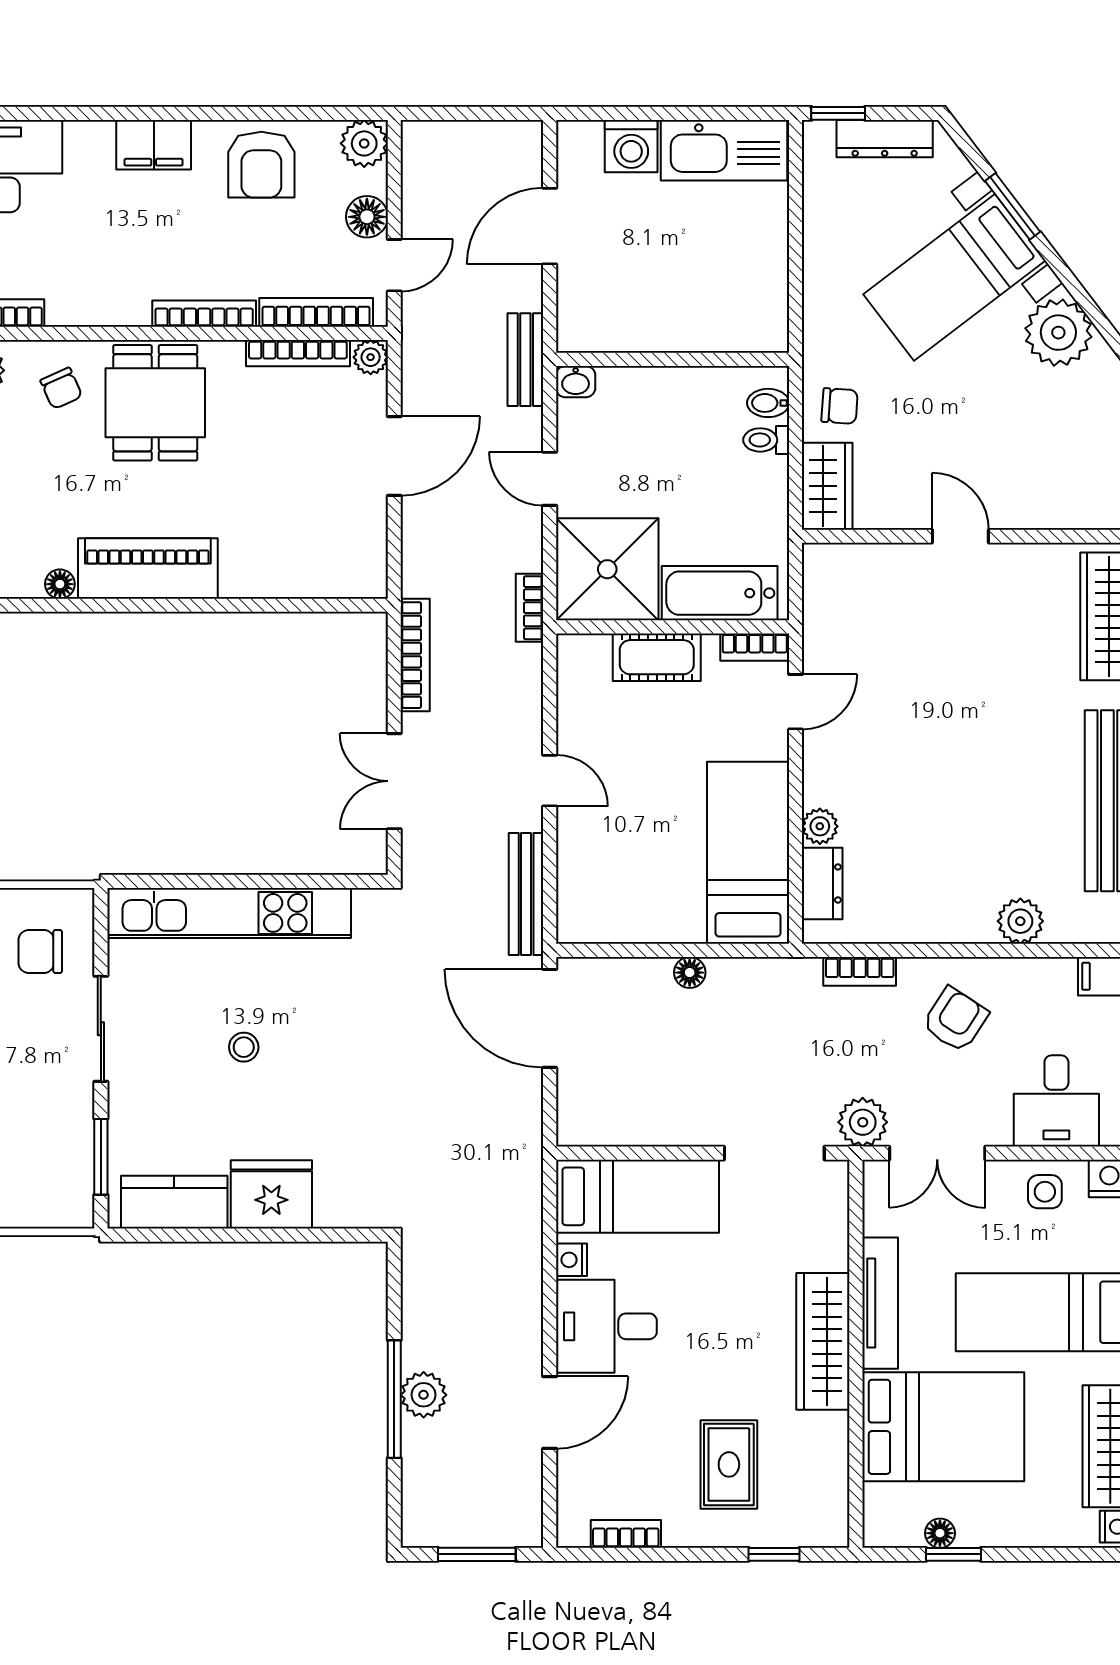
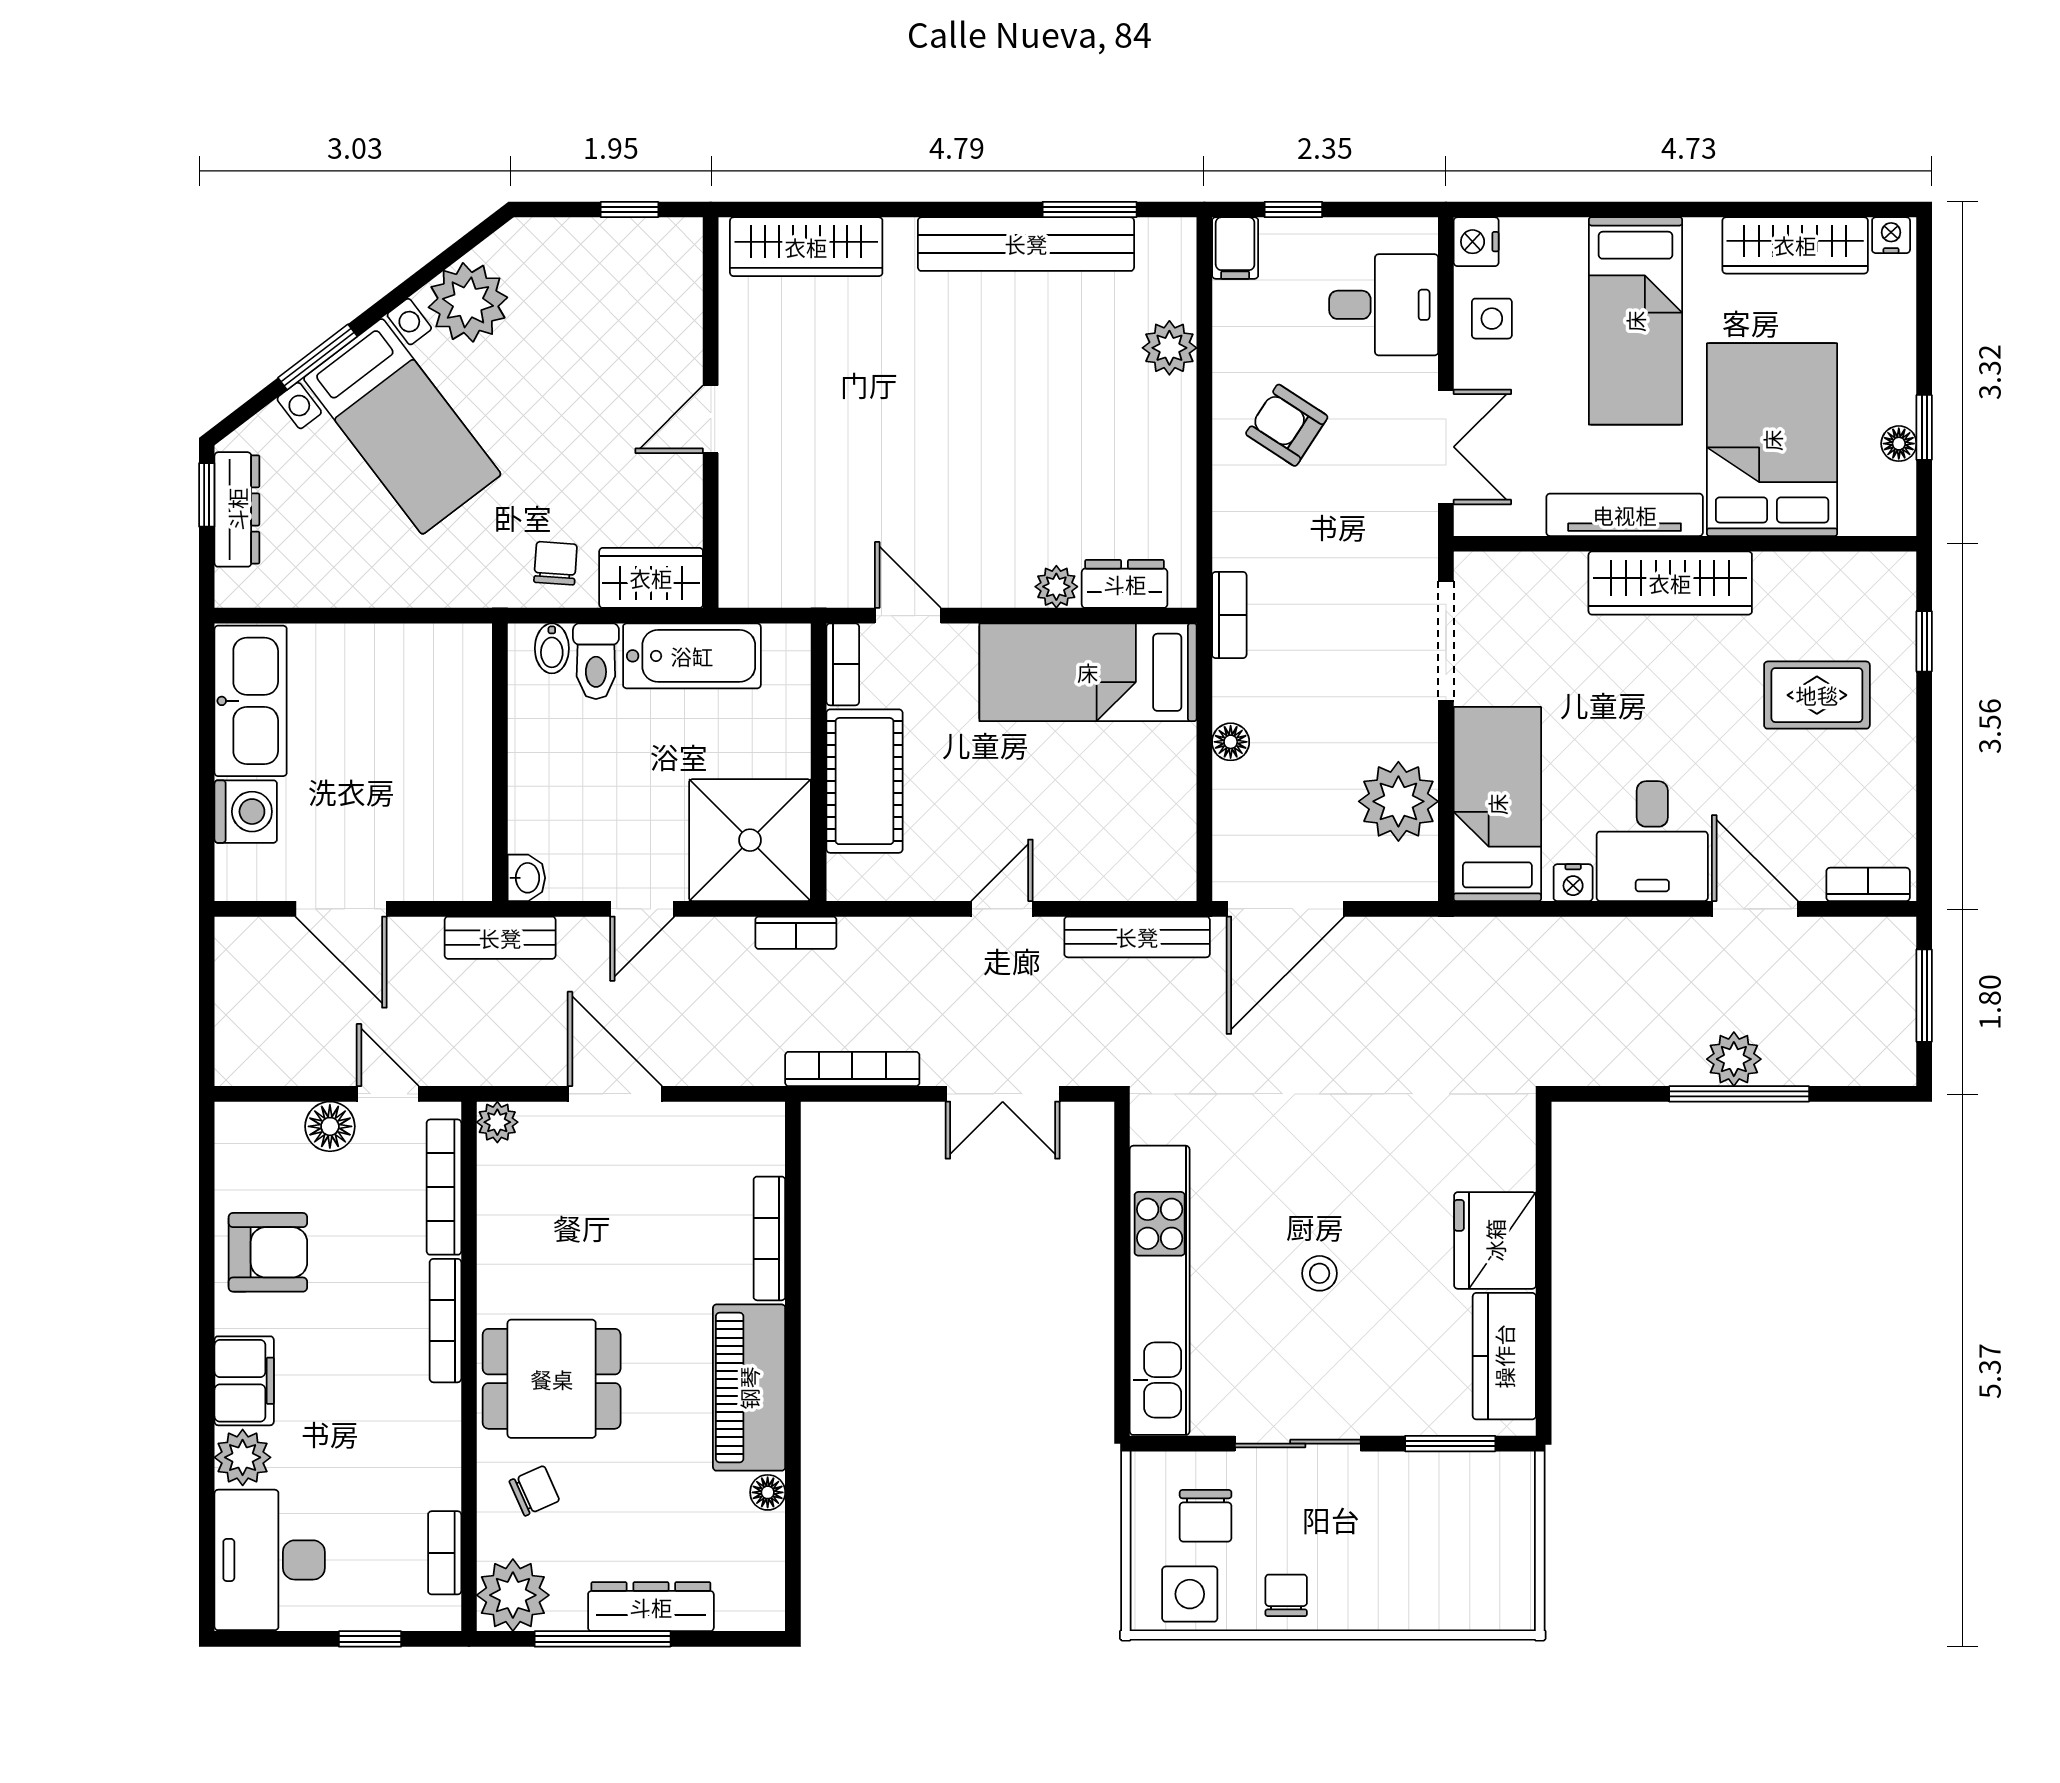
window: (838, 113) -> (207, 495), moved
plant: (364, 143) -> (243, 1457), moved
bookcase: (298, 353) -> (769, 1238), moved, turned 180
toilet: (766, 440) -> (596, 661), width x1.37, depth x1.39
bathtub: (720, 593) -> (692, 656), moved, turned -90
cot: (657, 657) -> (864, 781), width x1.37, depth x1.34
bookcase: (860, 971) -> (1229, 615), moved
plant: (863, 1122) -> (1398, 801), moved, width x1.36, depth x1.36
bookcase: (626, 1534) -> (1868, 884), moved, turned 90

